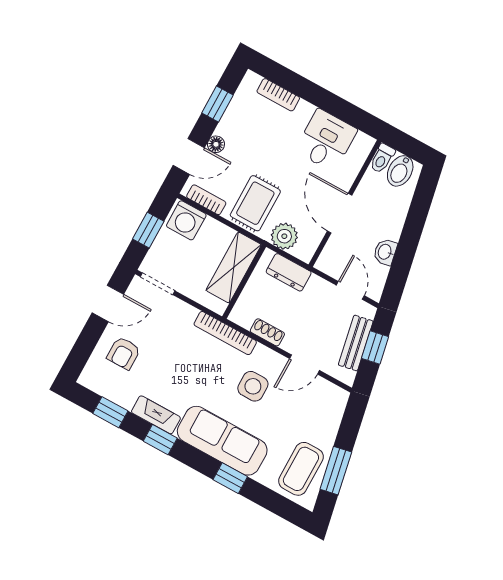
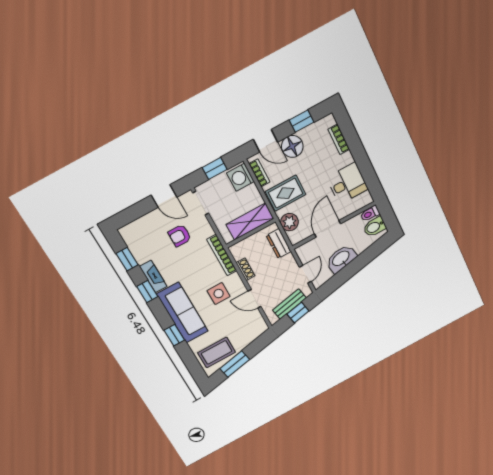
floor lamp: (216, 144) -> (292, 146), width x1.89, depth x1.89
washbasin: (385, 252) -> (341, 259), width x1.91, depth x1.45
armchair: (124, 353) -> (180, 236), moved

